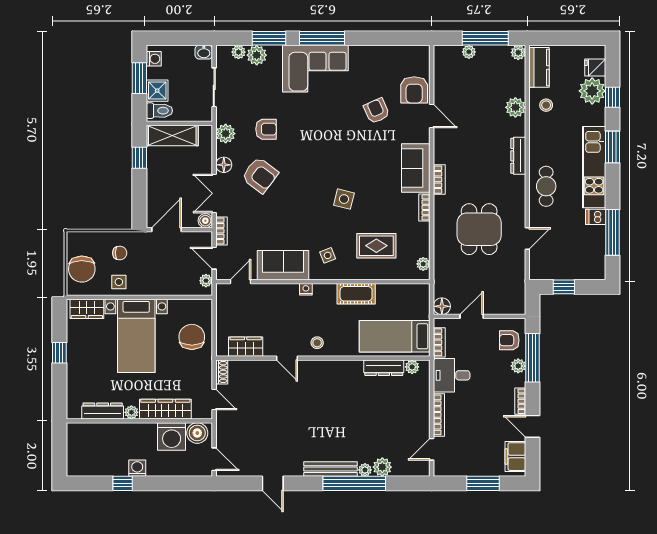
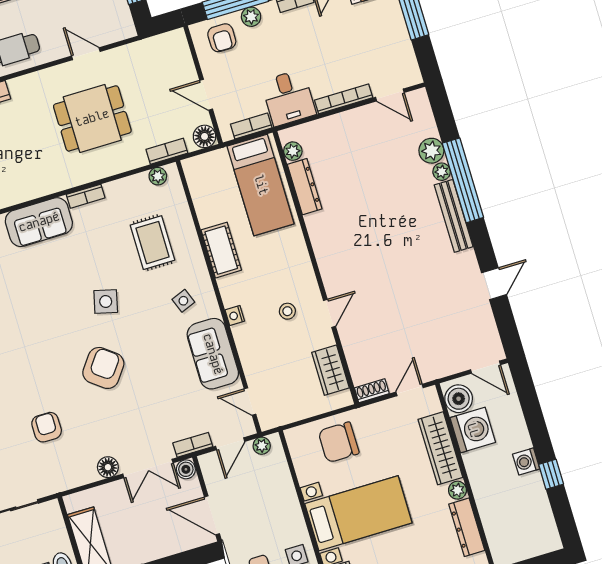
plant: (226, 134) -> (68, 477), removed
armchair: (260, 175) -> (103, 368), moved
bookcase: (439, 180) -> (167, 151), moved
stool: (317, 343) -> (287, 311), moved
door: (214, 459) -> (485, 367), swing flipped

